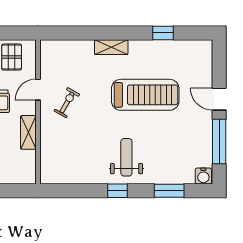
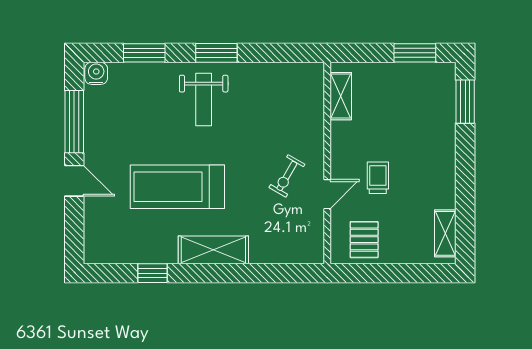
shelving: (111, 47) -> (213, 250), width x1.50, depth x1.33
shelving: (28, 132) -> (341, 96), moved
window: (117, 191) -> (216, 53), width x1.50

